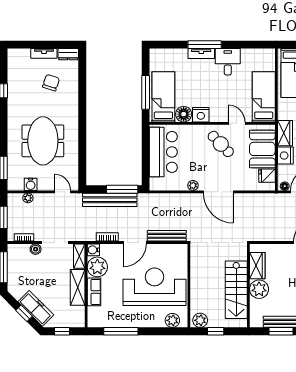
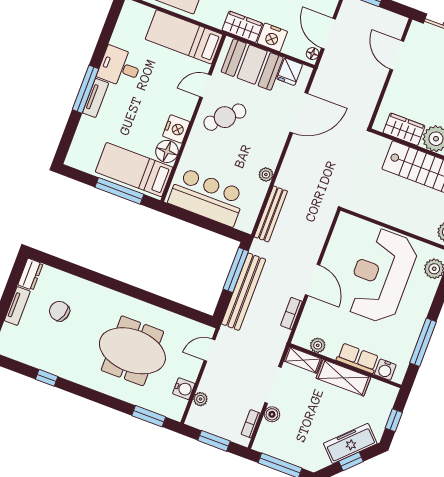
door: (218, 192) -> (299, 113), moved
bench: (167, 236) -> (271, 214), moved
water cooler: (93, 250) -> (385, 370), moved
plant: (97, 267) -> (318, 345), width x0.53, depth x0.53

